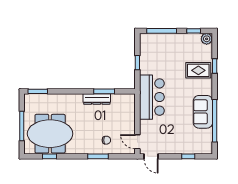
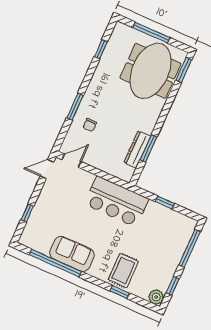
dresser: (97, 99) -> (137, 149), moved
meeting table: (50, 134) -> (150, 71), moved

